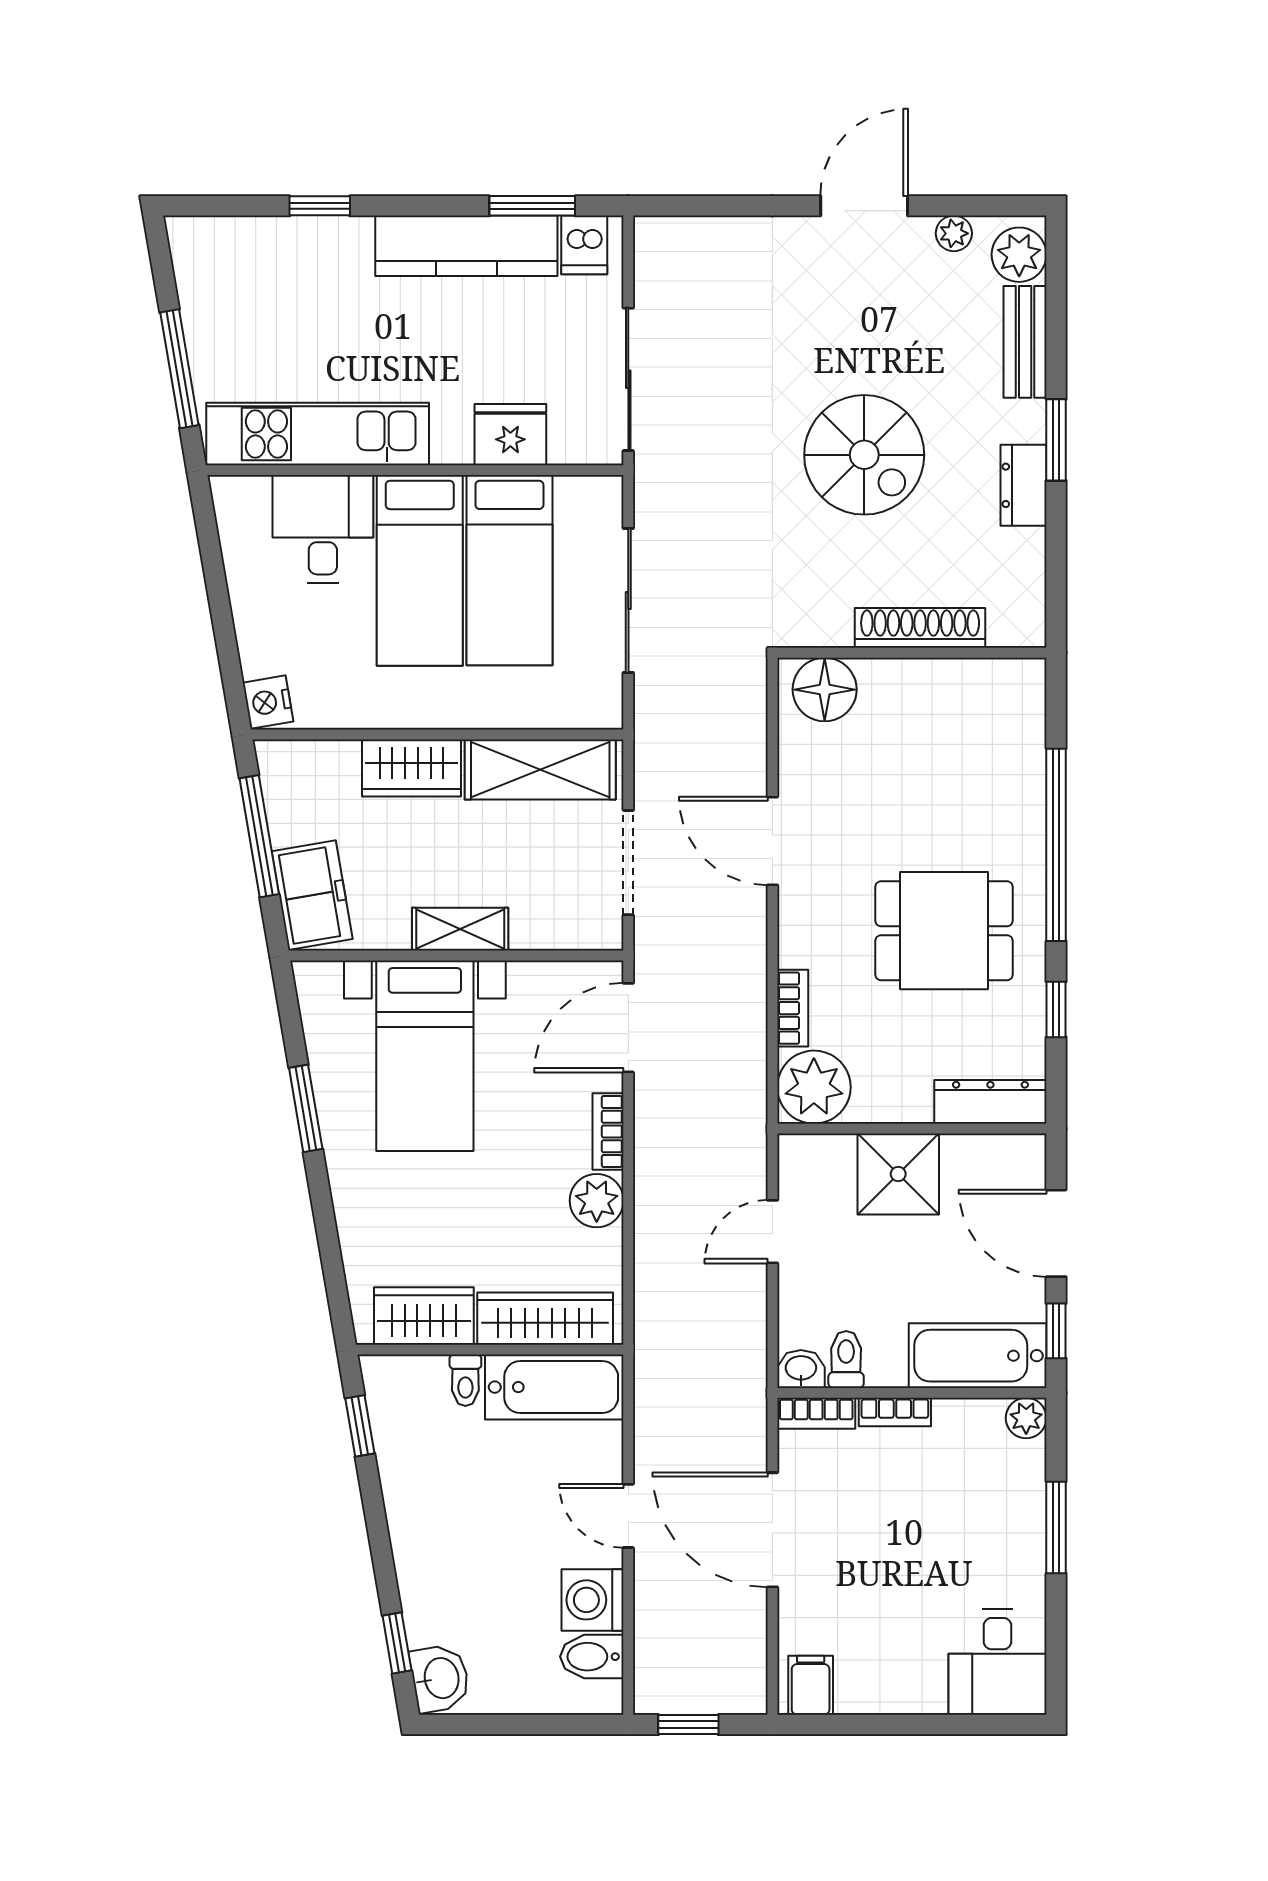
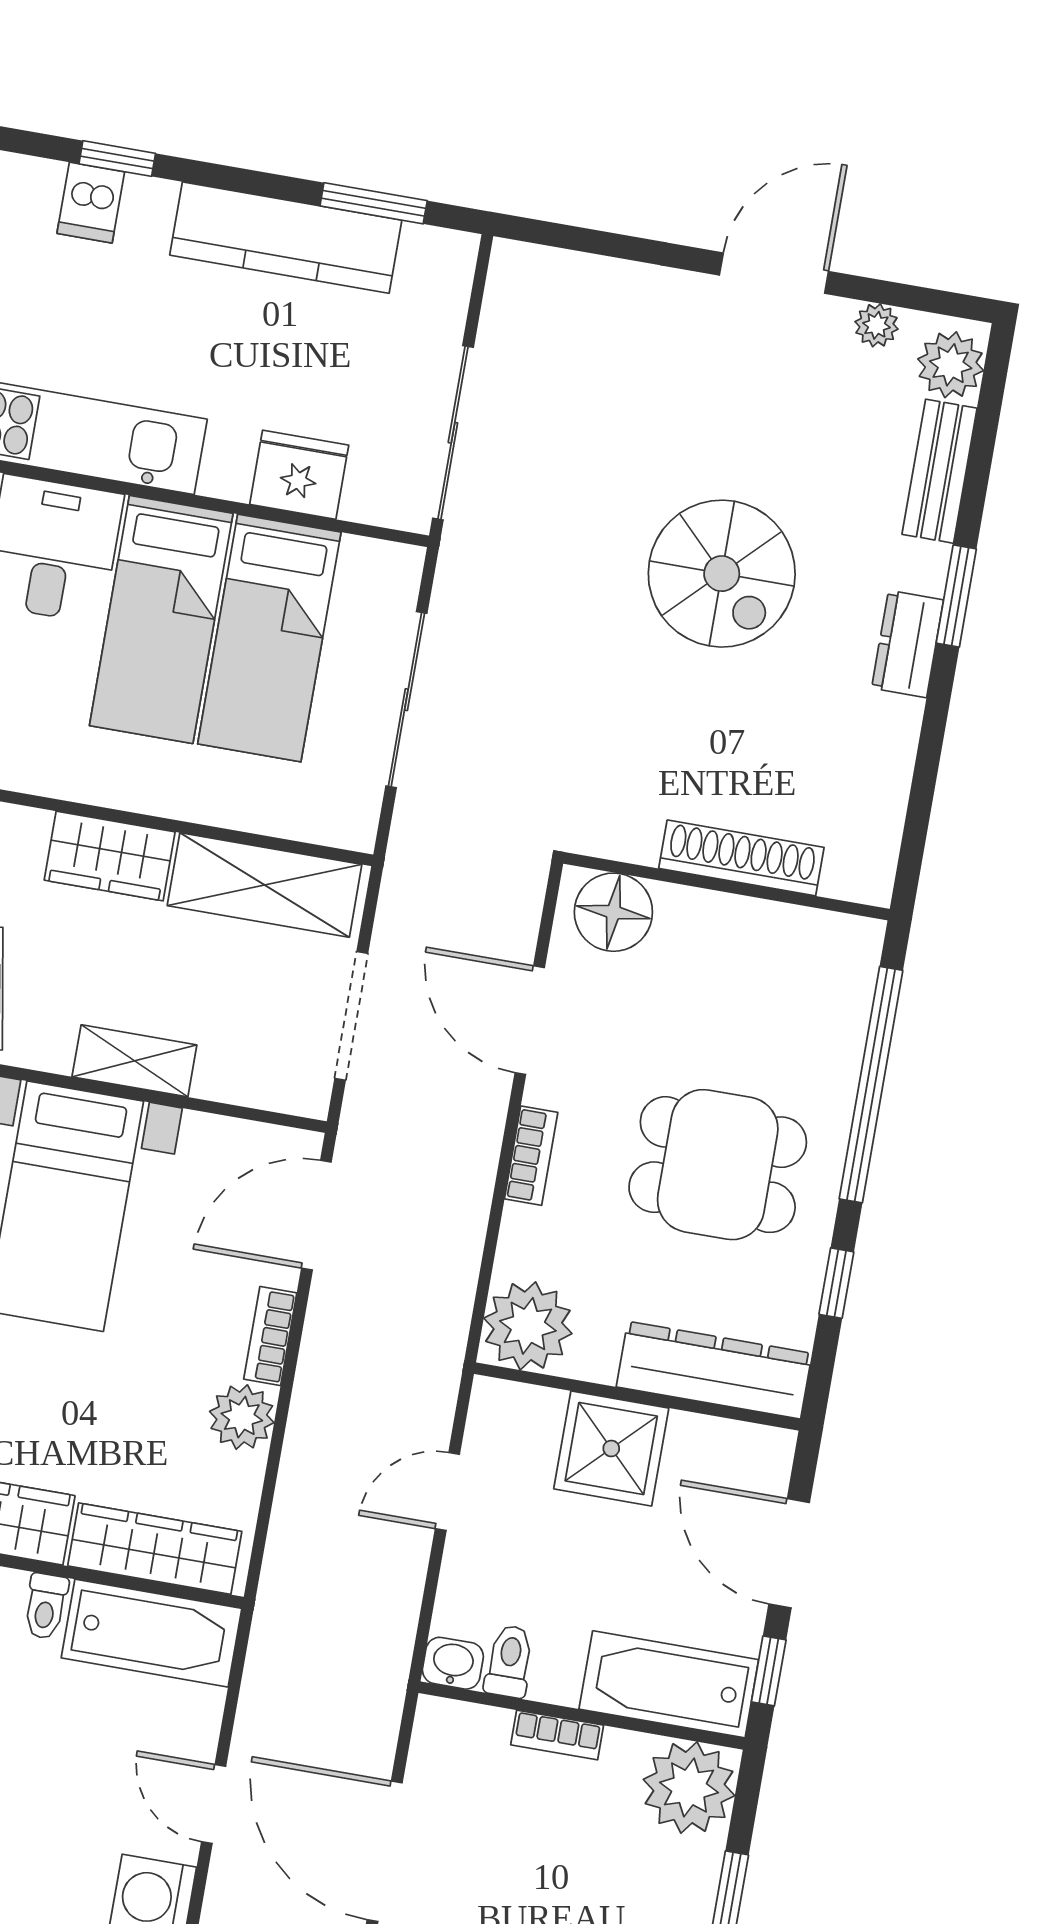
dishwasher: (584, 245) -> (91, 203), moved
shoe rack: (920, 628) -> (741, 858), moved
wall: (912, 653) -> (726, 886), moved
floor lamp: (825, 690) -> (613, 912), moved
bookcase: (793, 1008) -> (531, 1156), moved
dresser: (990, 1102) -> (714, 1370), width x1.37, depth x1.24
bookcase: (816, 1413) -> (462, 1720), removed
plant: (1026, 1418) -> (689, 1788), width x1.88, depth x1.88

